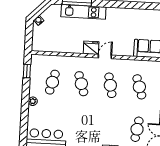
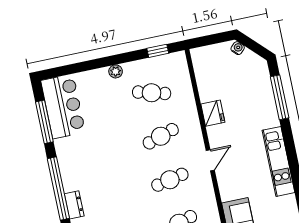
kitchen unit: (83, 12) -> (278, 161), moved
fridge: (91, 48) -> (213, 113), moved
door: (105, 57) -> (210, 160), hinge flipped

